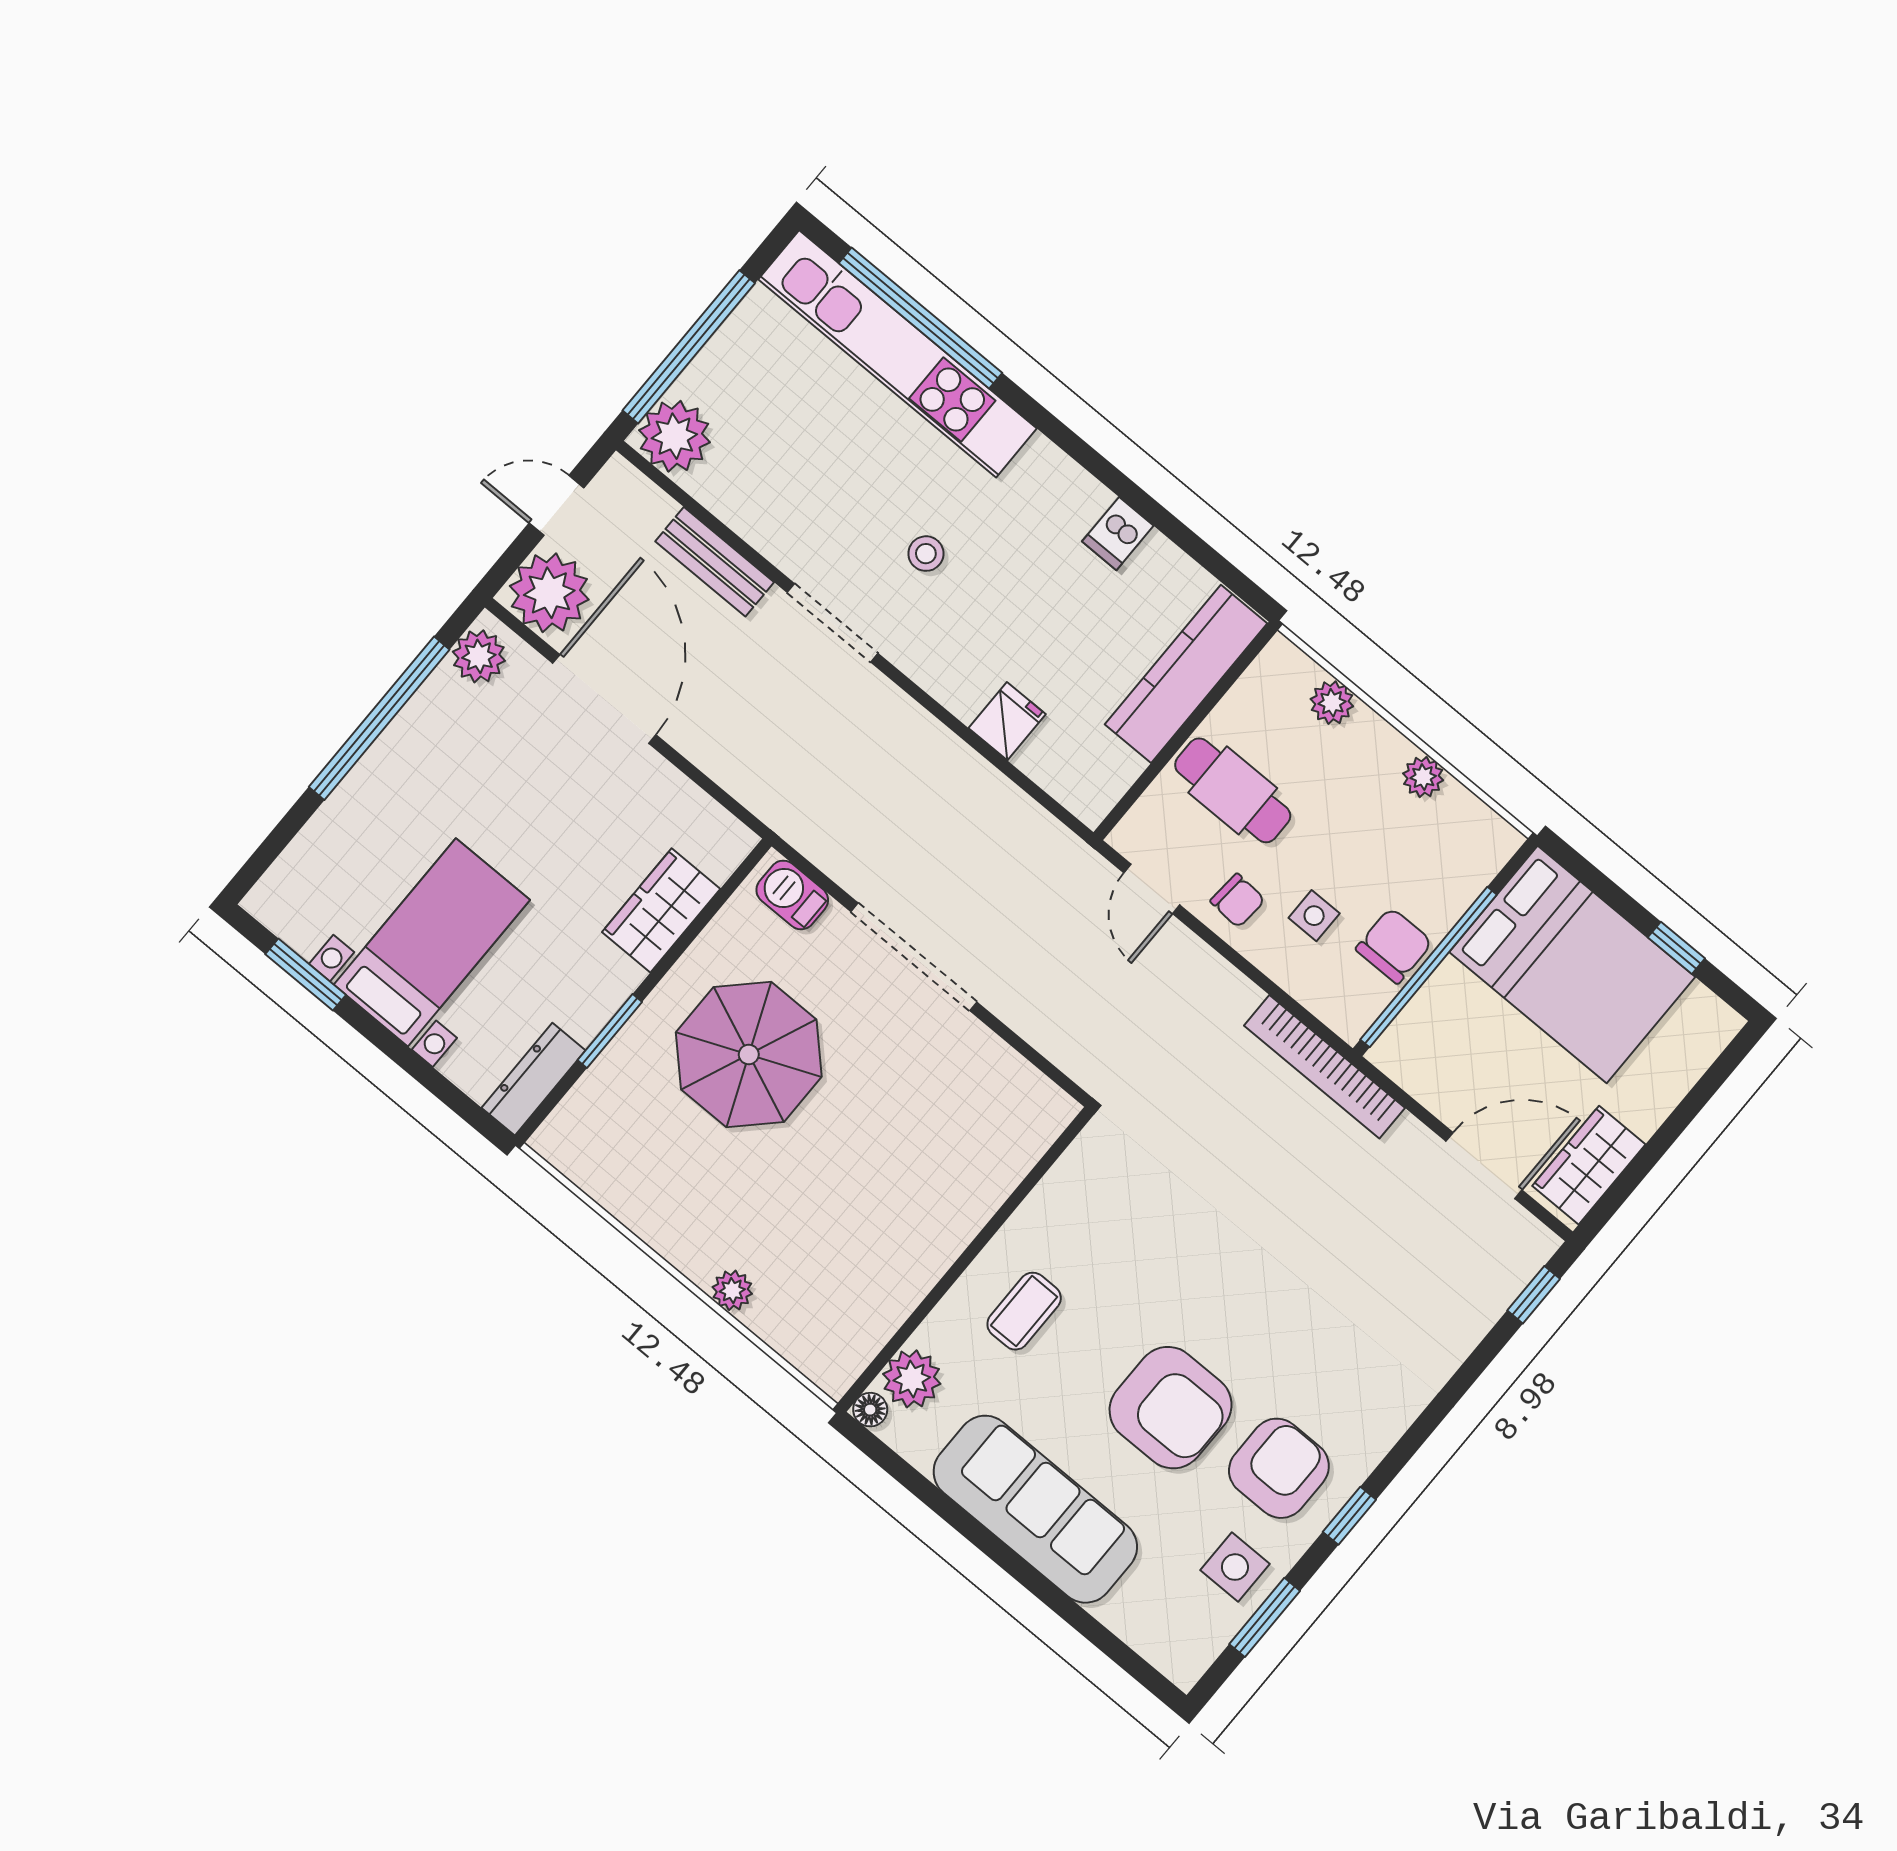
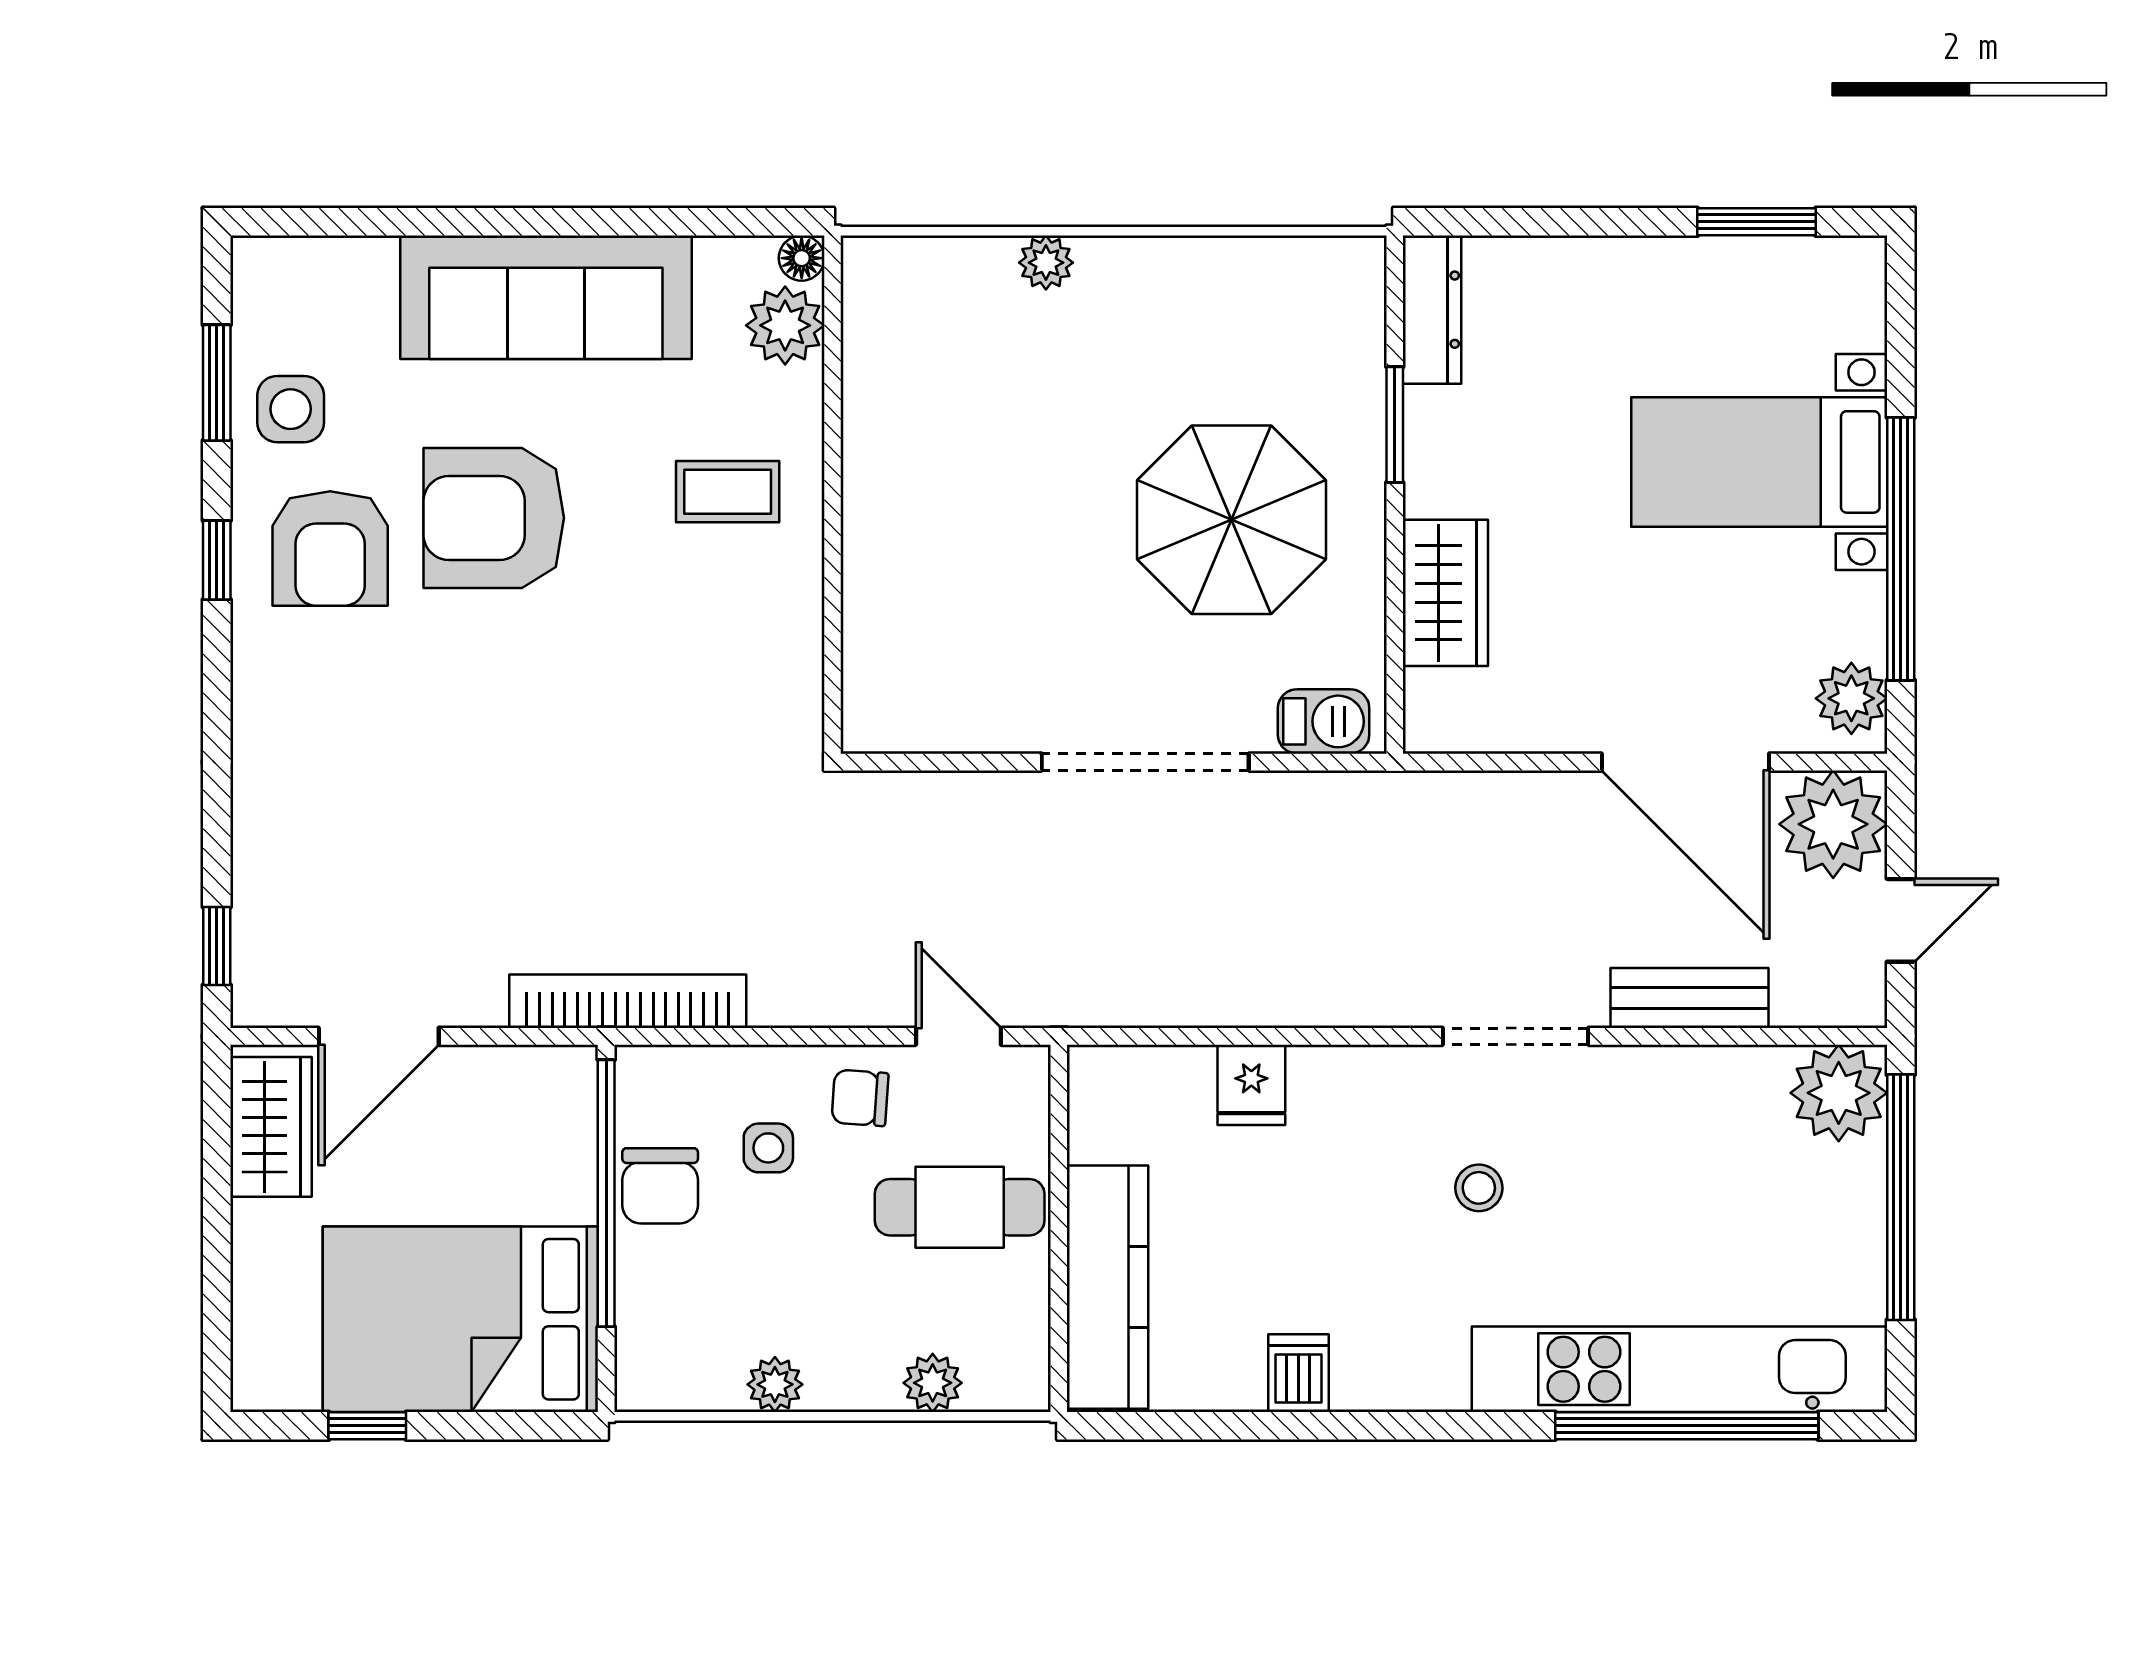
bed with nightstands: (432, 942) -> (1759, 462), moved, turned 90
coffee table: (1024, 1311) -> (728, 492), turned 90

